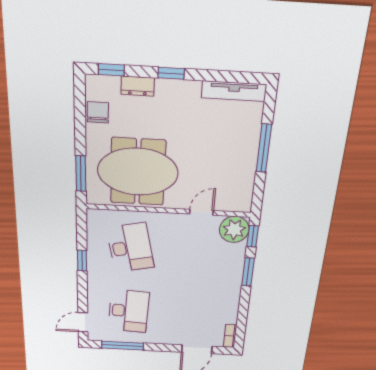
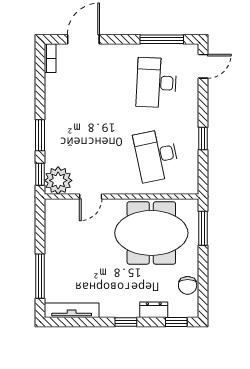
window: (264, 148) -> (40, 276), moved

